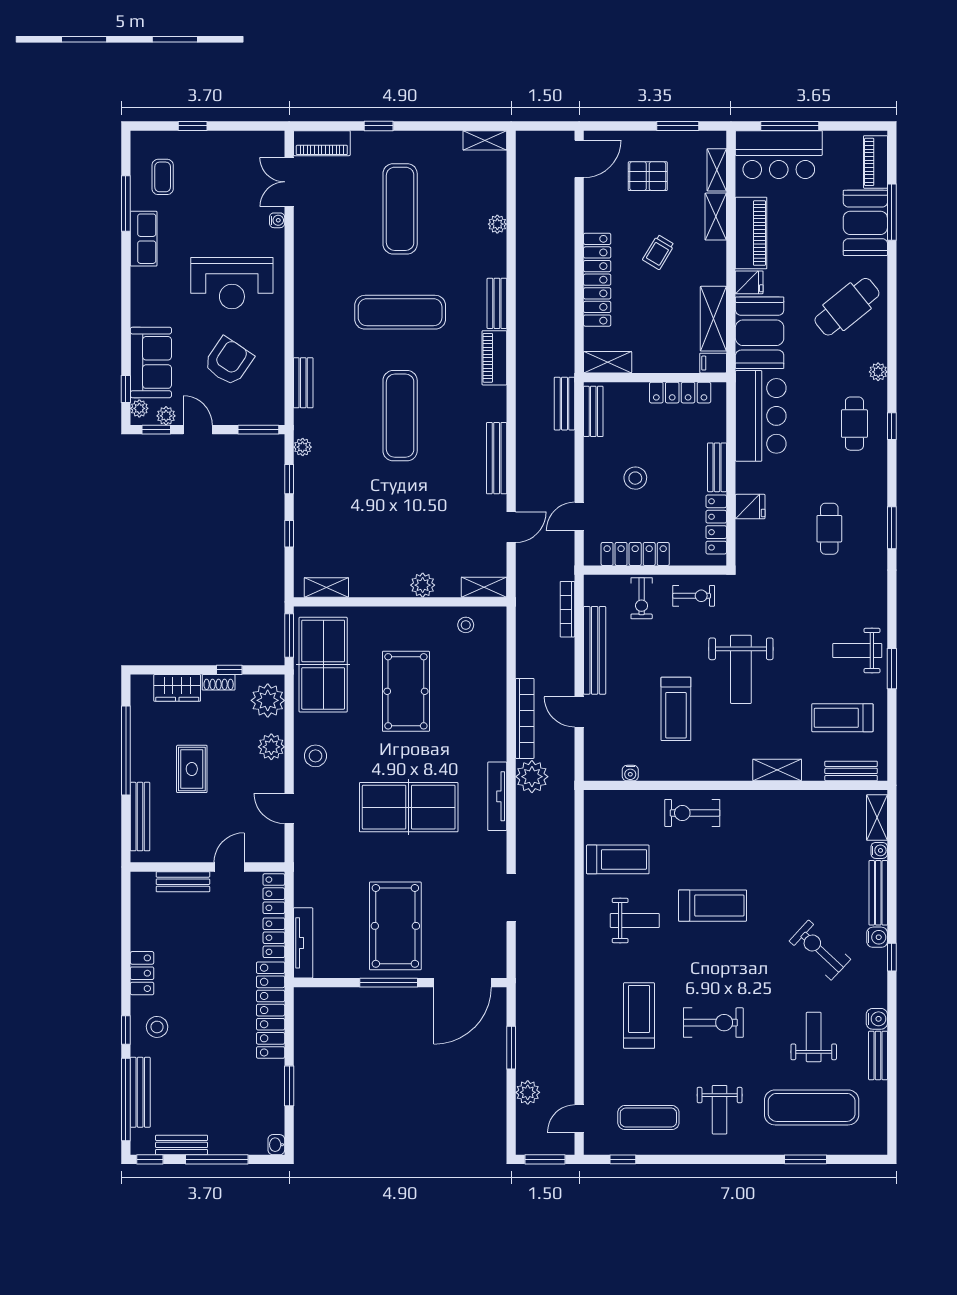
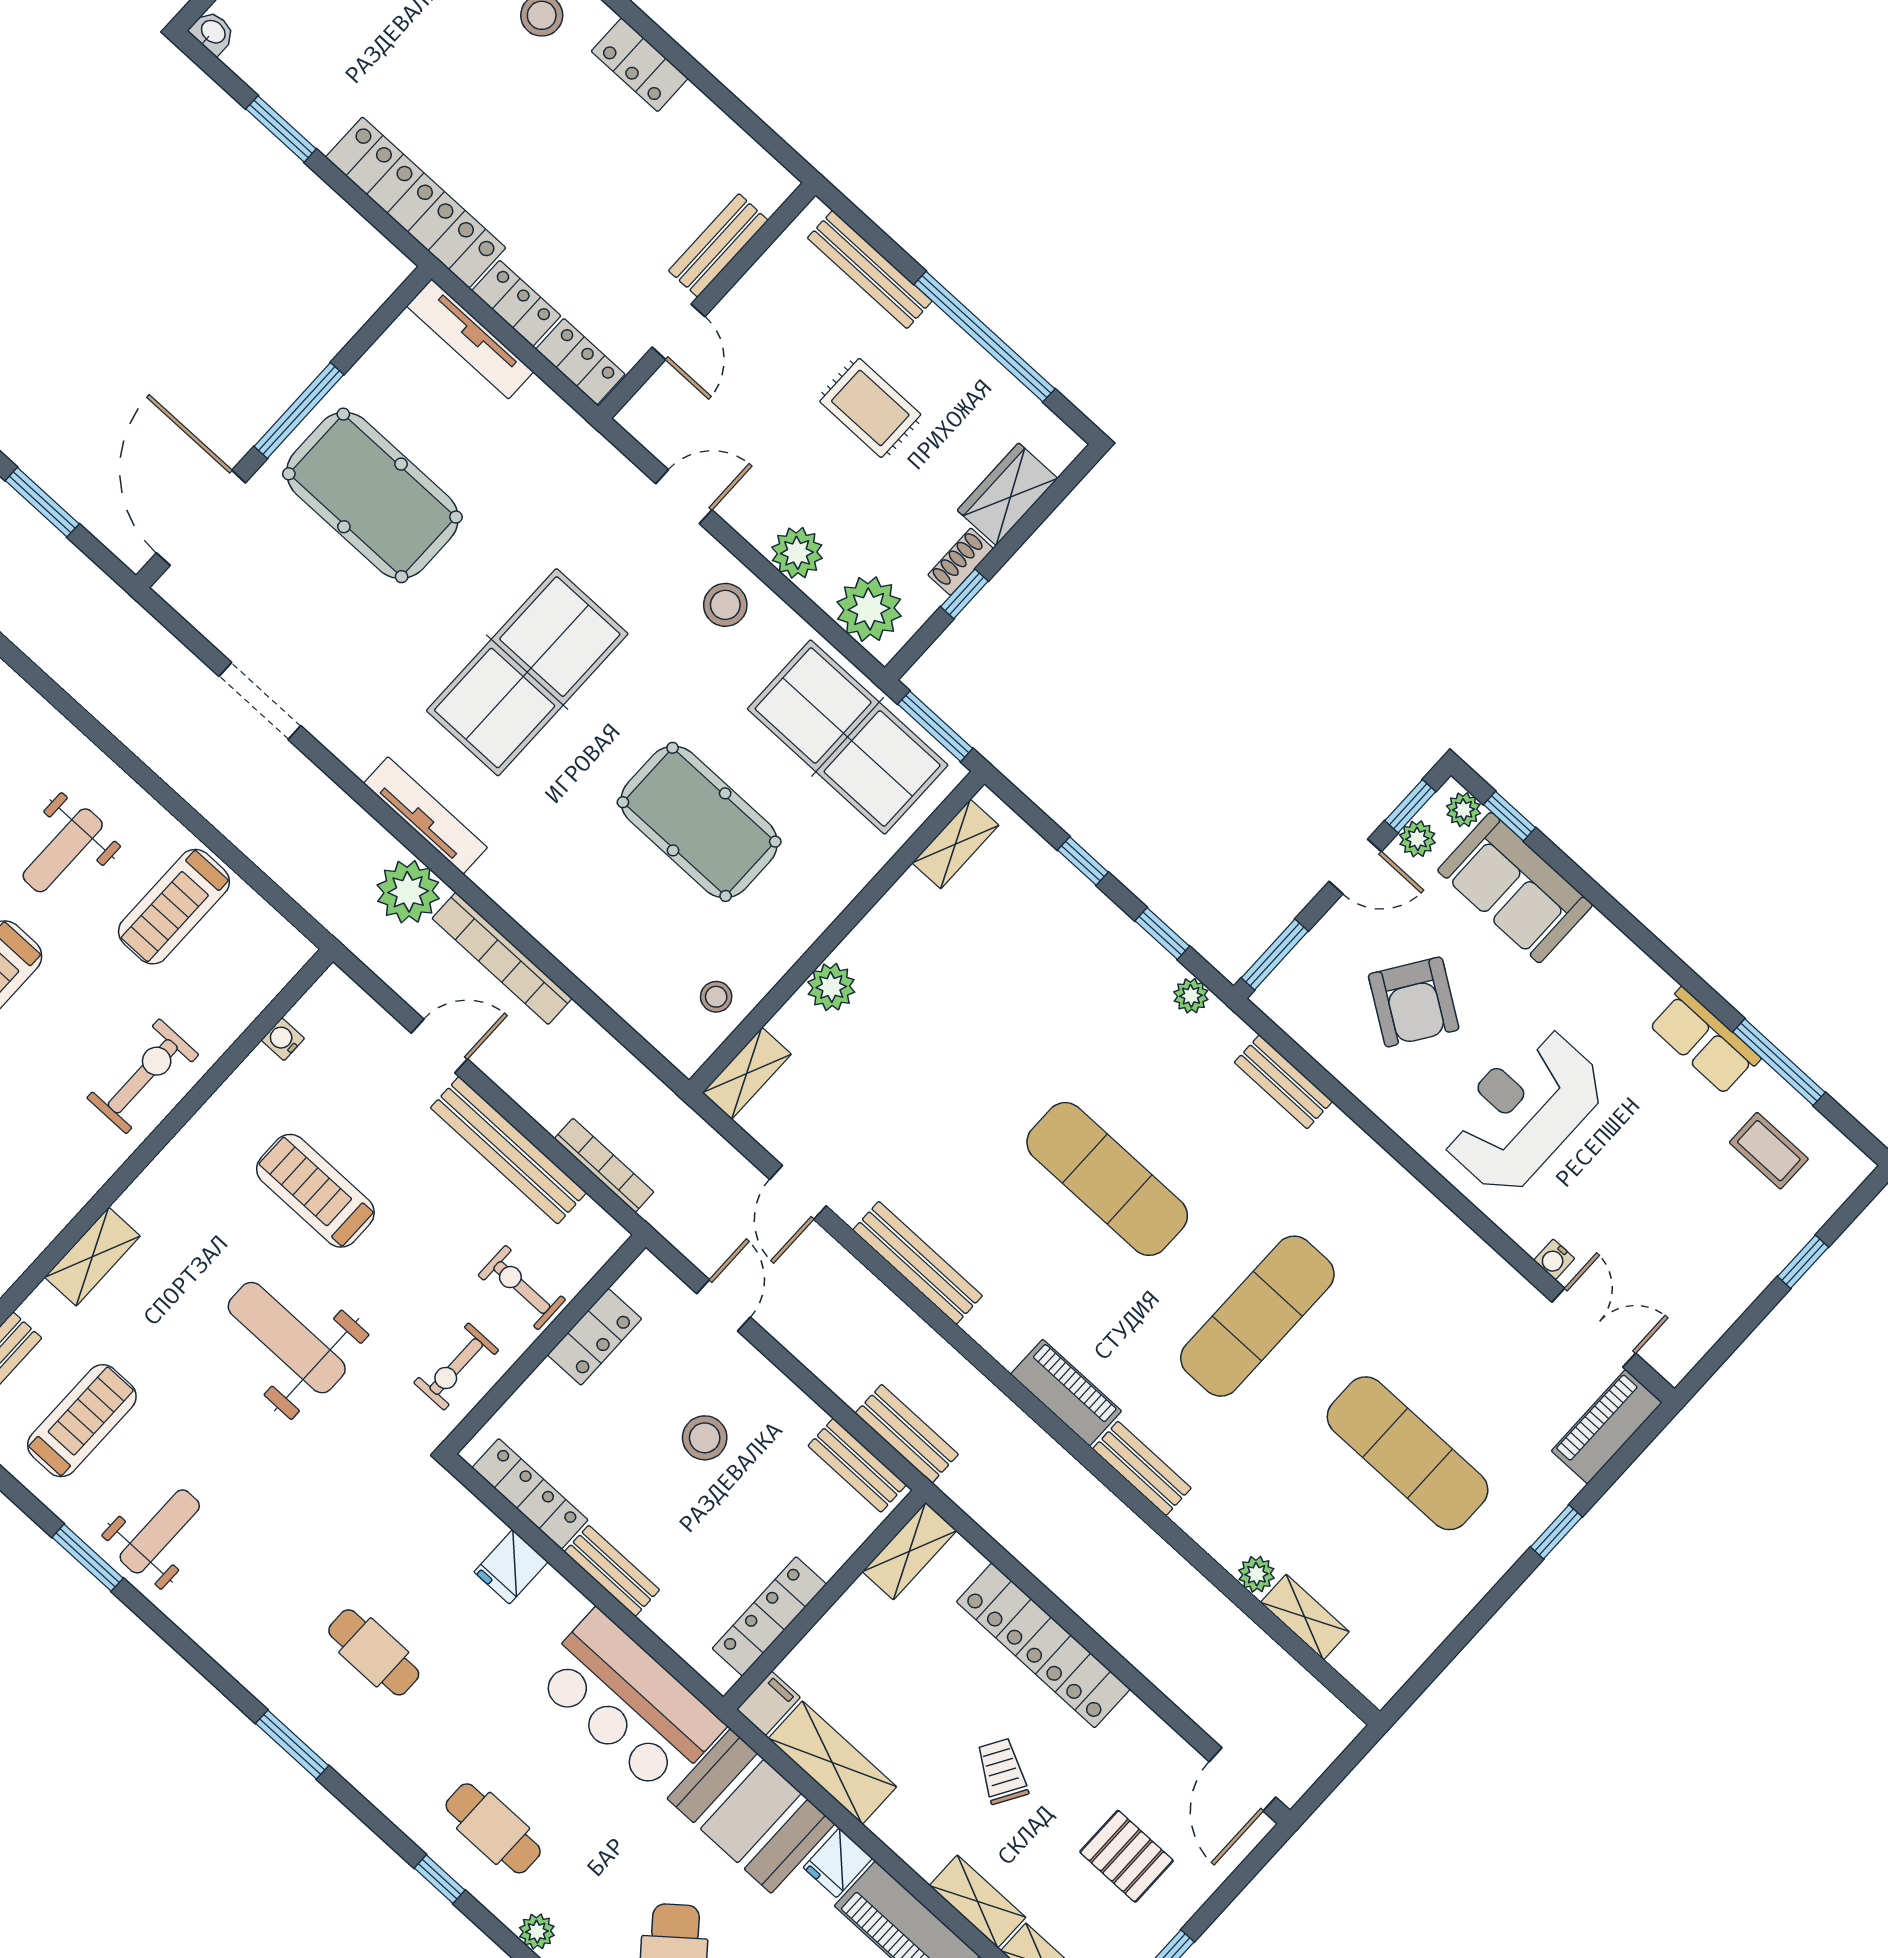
shelving: (485, 140) -> (1305, 1617), moved, turned 90
pallet: (648, 176) -> (1127, 1856), turned 90
locker: (635, 554) -> (595, 1337), width x0.66

